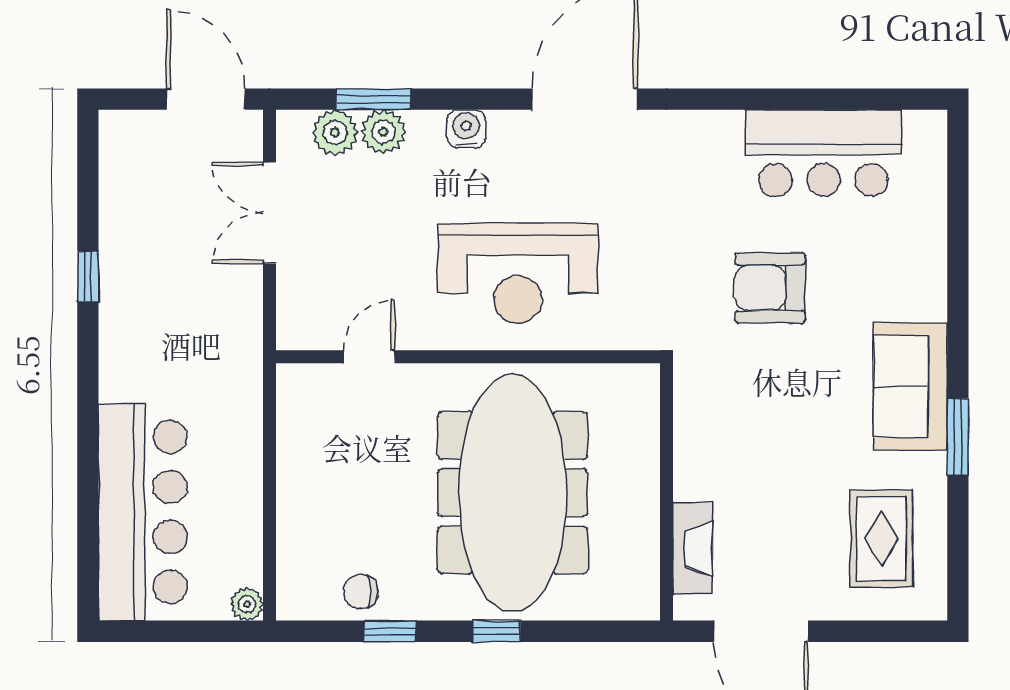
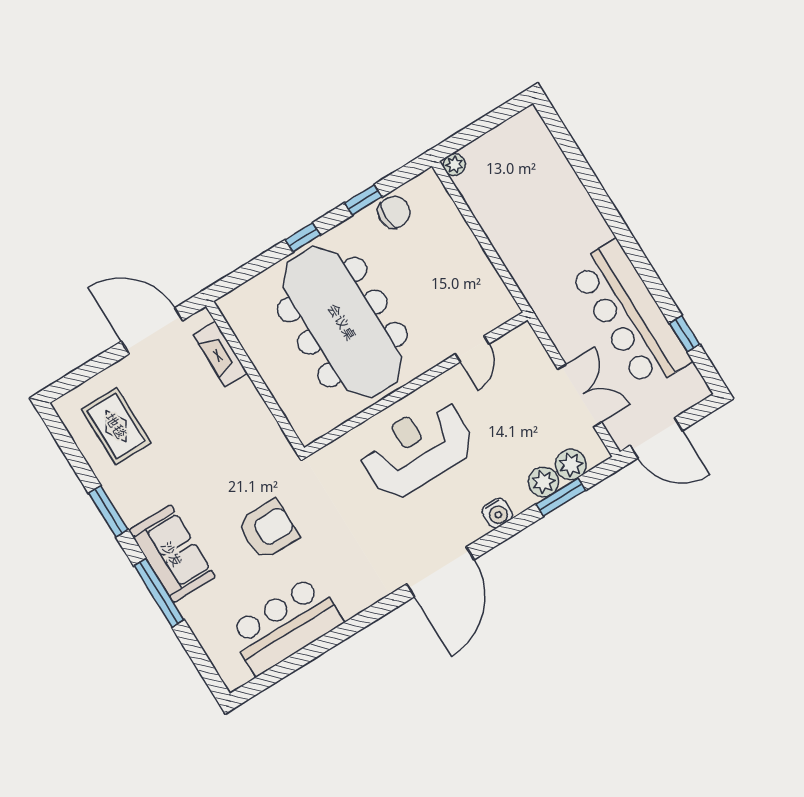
window: (88, 276) -> (685, 334), moved
window: (958, 294) -> (159, 593), added
sofa: (910, 386) -> (172, 554), moved
bar counter: (143, 512) -> (630, 315), moved
chair: (361, 592) -> (394, 212), width x1.37, depth x1.37

